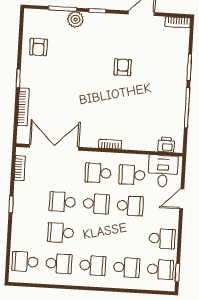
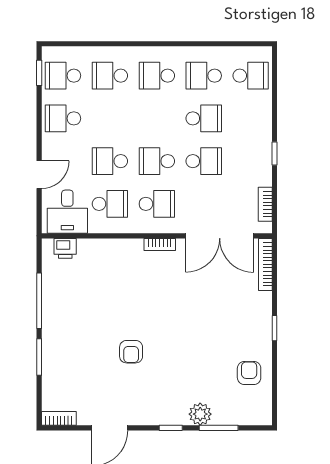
bookcase: (23, 107) -> (265, 264), moved
bookcase: (110, 144) -> (160, 244), moved

